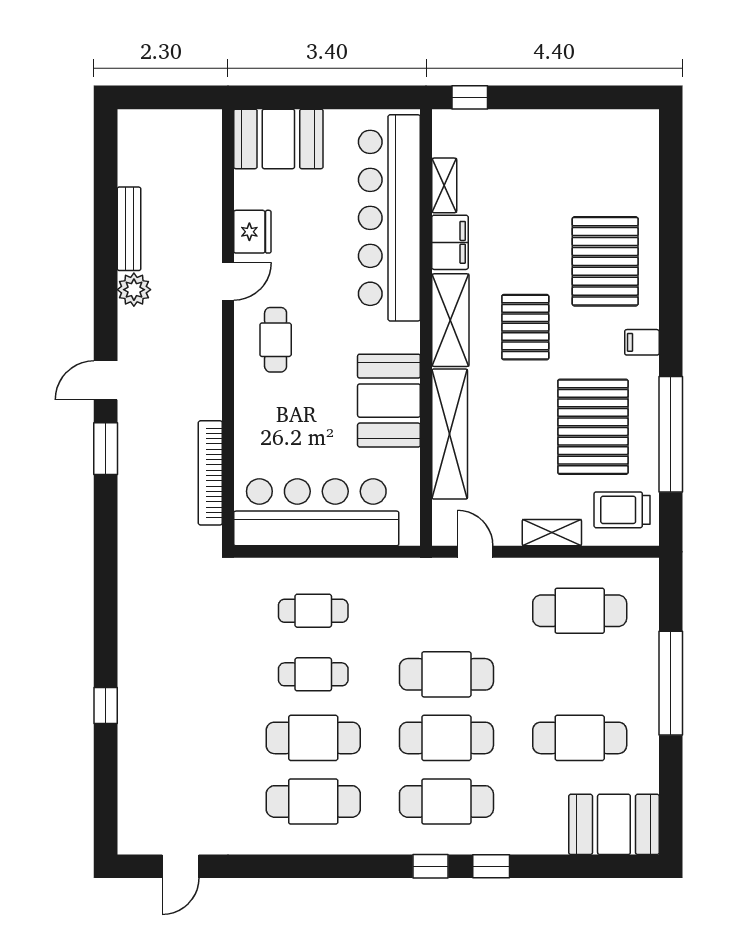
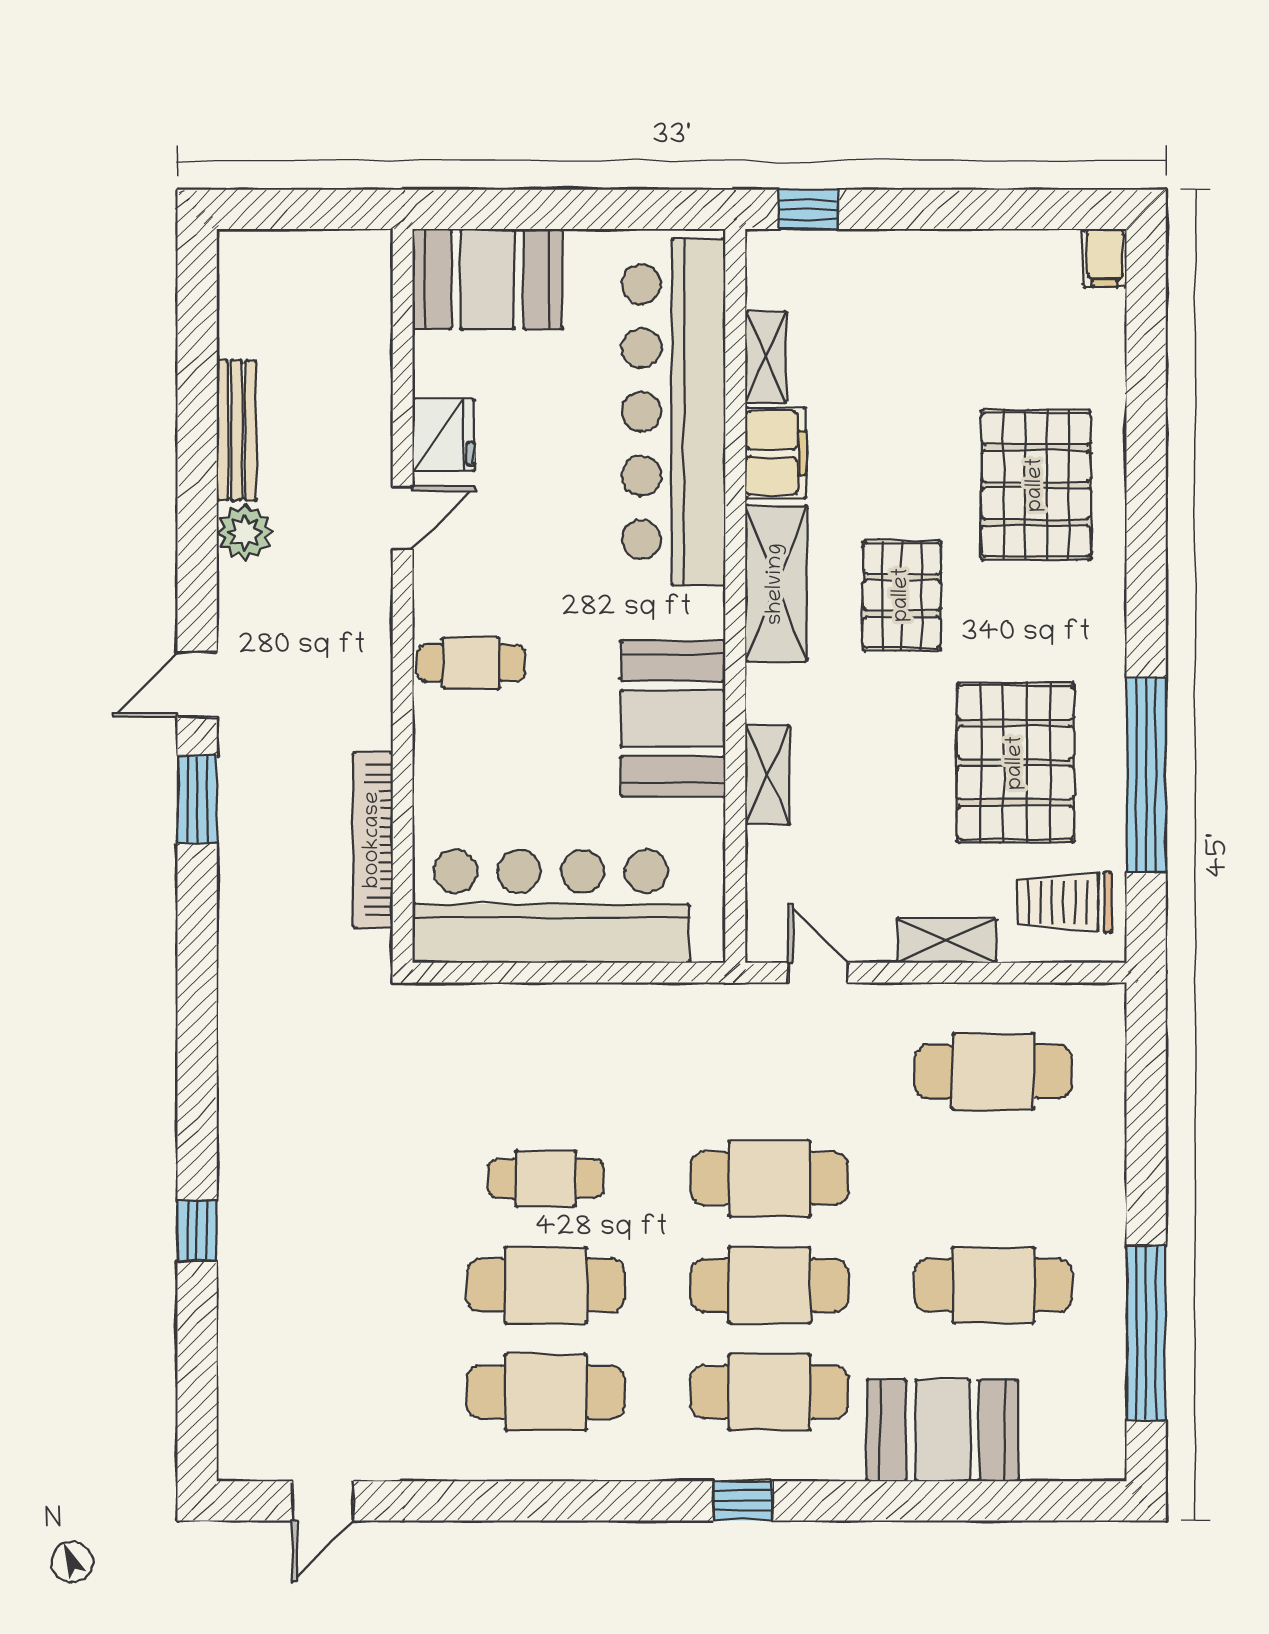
cafe table: (276, 340) -> (471, 663), moved, turned 90
filing cabinet: (642, 342) -> (1105, 258), moved, turned -90
shelving: (450, 434) -> (767, 775), width x0.45, depth x0.75
cafe table: (313, 611) -> (546, 1072), removed
window: (671, 683) -> (1146, 1333), moved
booth: (614, 824) -> (943, 1430), moved
window: (491, 866) -> (844, 1501), removed

